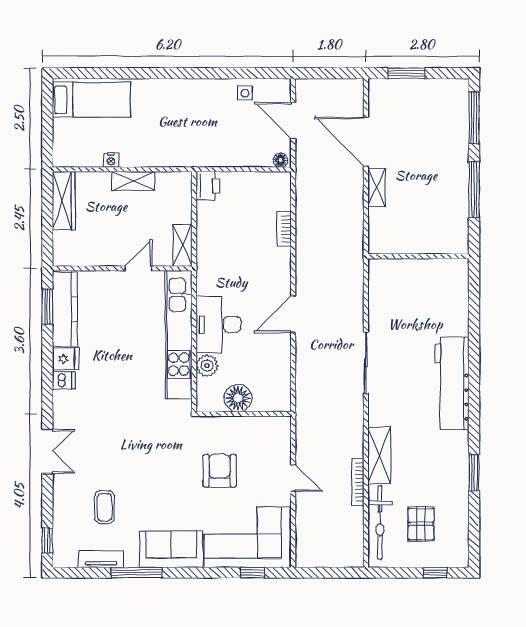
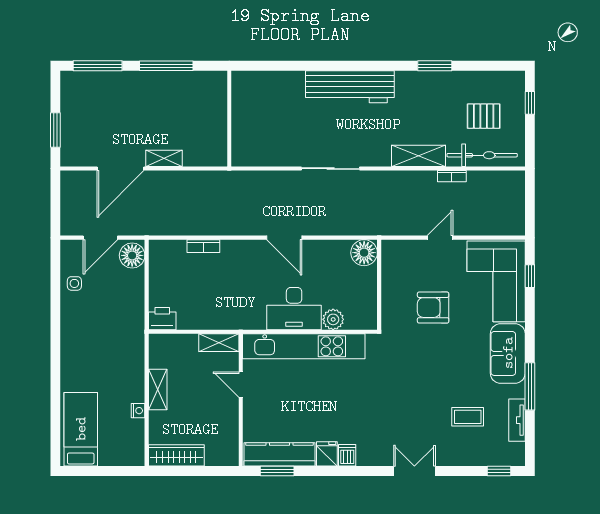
floor lamp: (281, 160) -> (132, 255), width x1.89, depth x1.89
floor lamp: (238, 398) -> (364, 253), moved
bookcase: (358, 482) -> (452, 176), width x0.64

